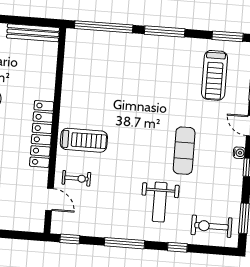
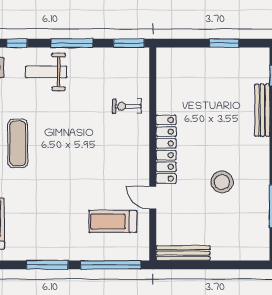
treadmill: (84, 140) -> (113, 221), moved
door: (50, 199) -> (153, 198), moved
weight bench: (160, 202) -> (46, 72), moved, turned -90
window: (70, 239) -> (129, 43), width x1.50

